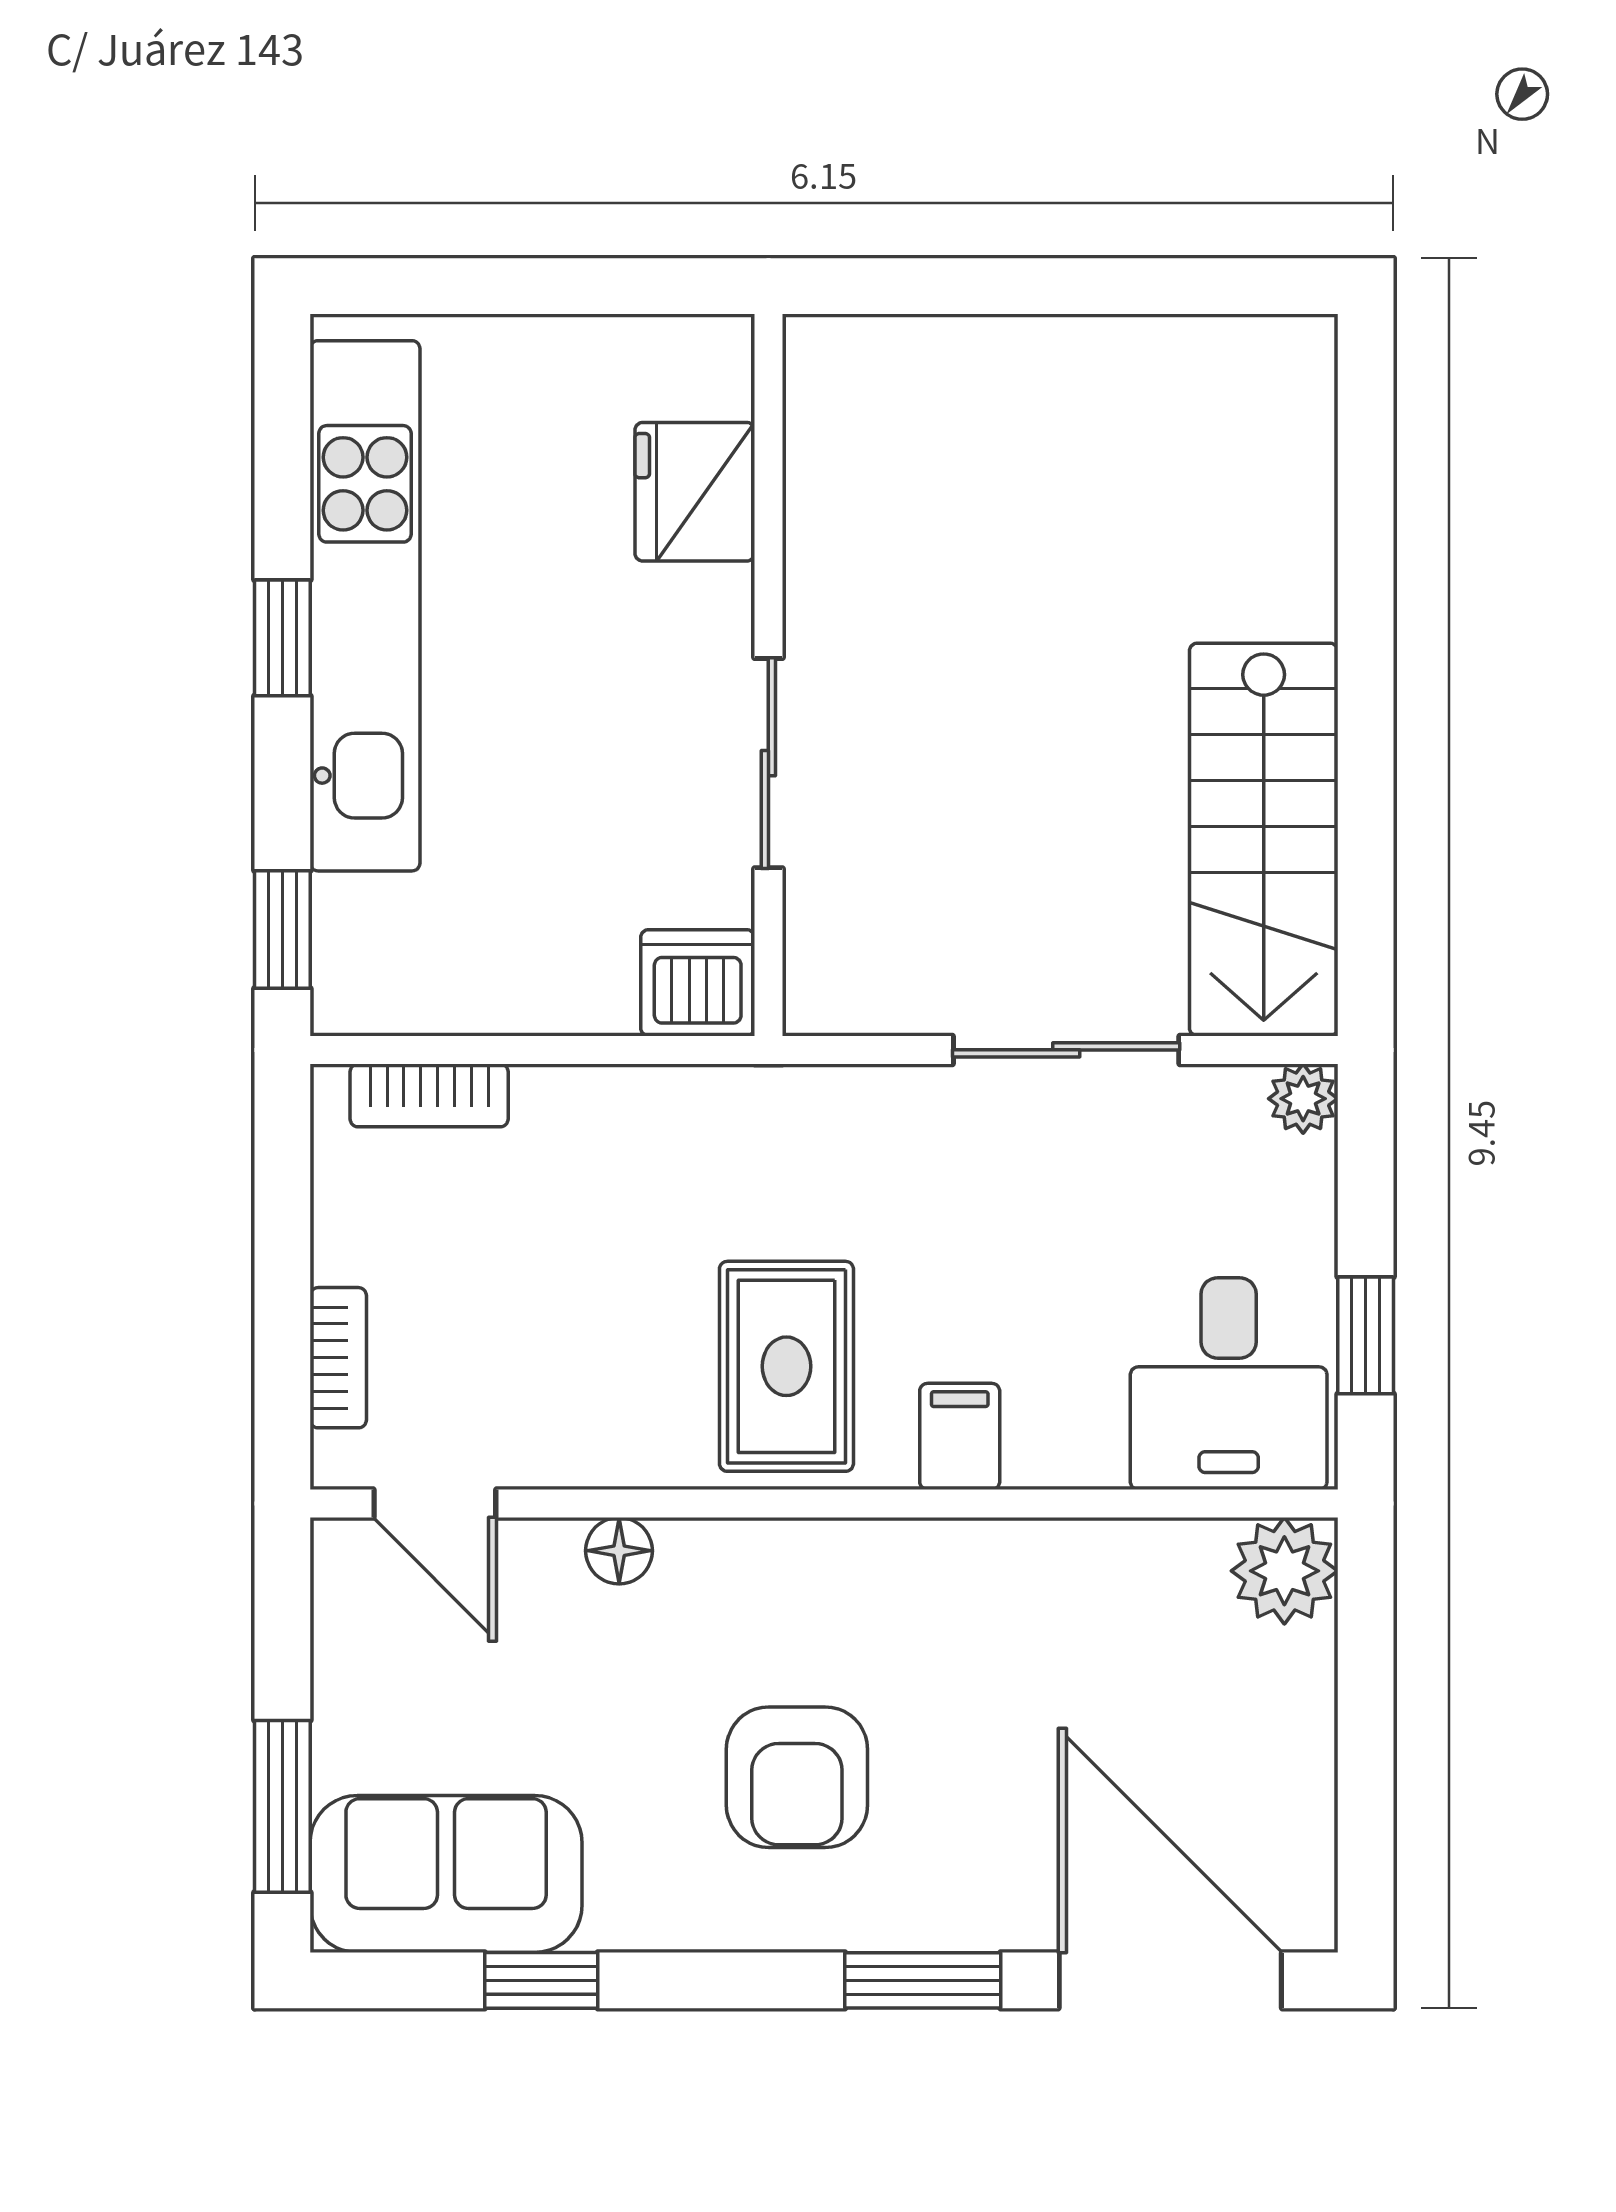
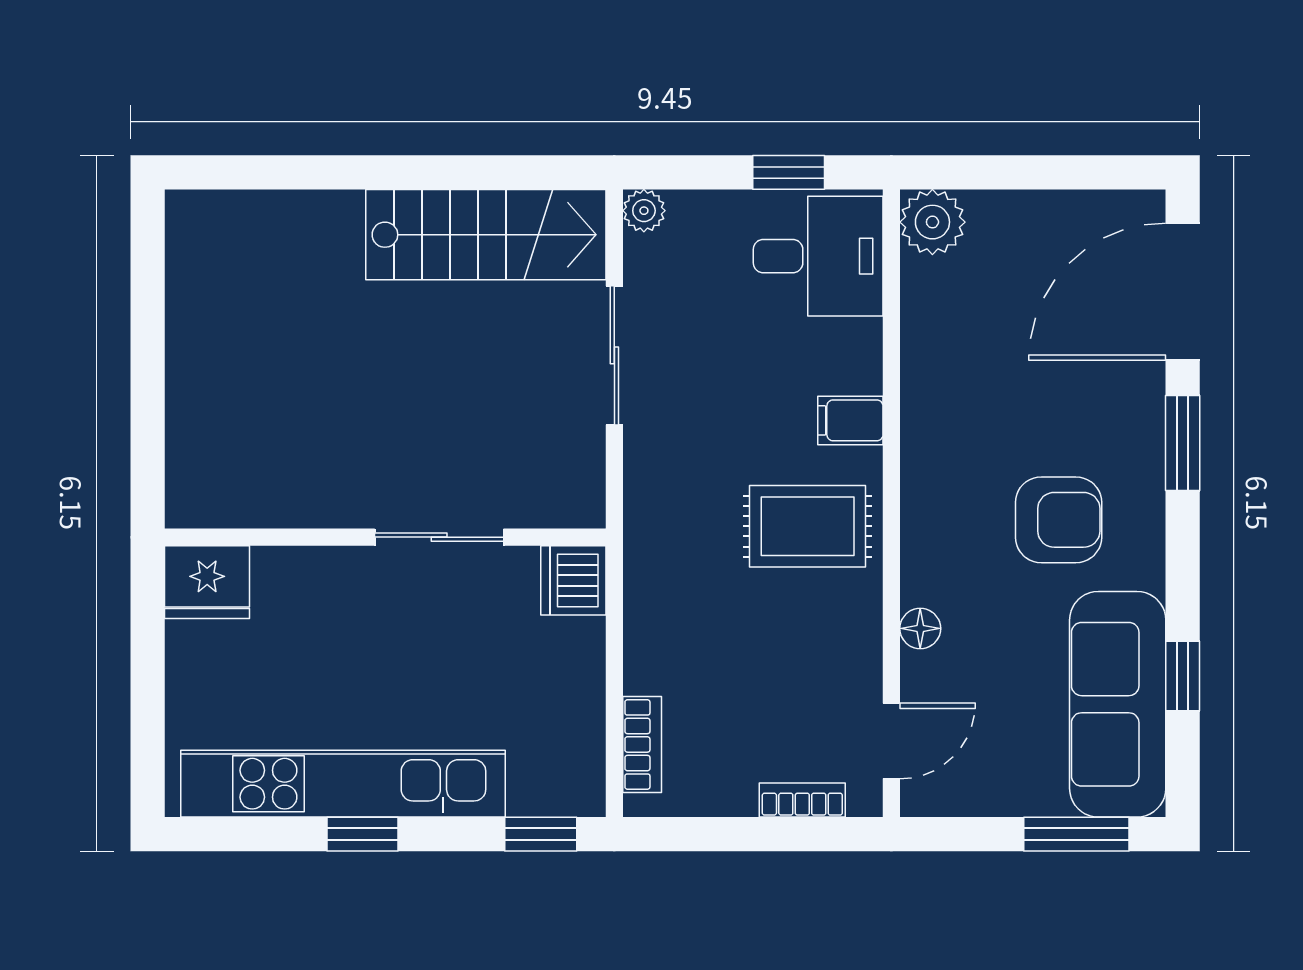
fridge: (695, 492) -> (207, 582), moved
sofa: (446, 1874) -> (1118, 704), width x1.36

